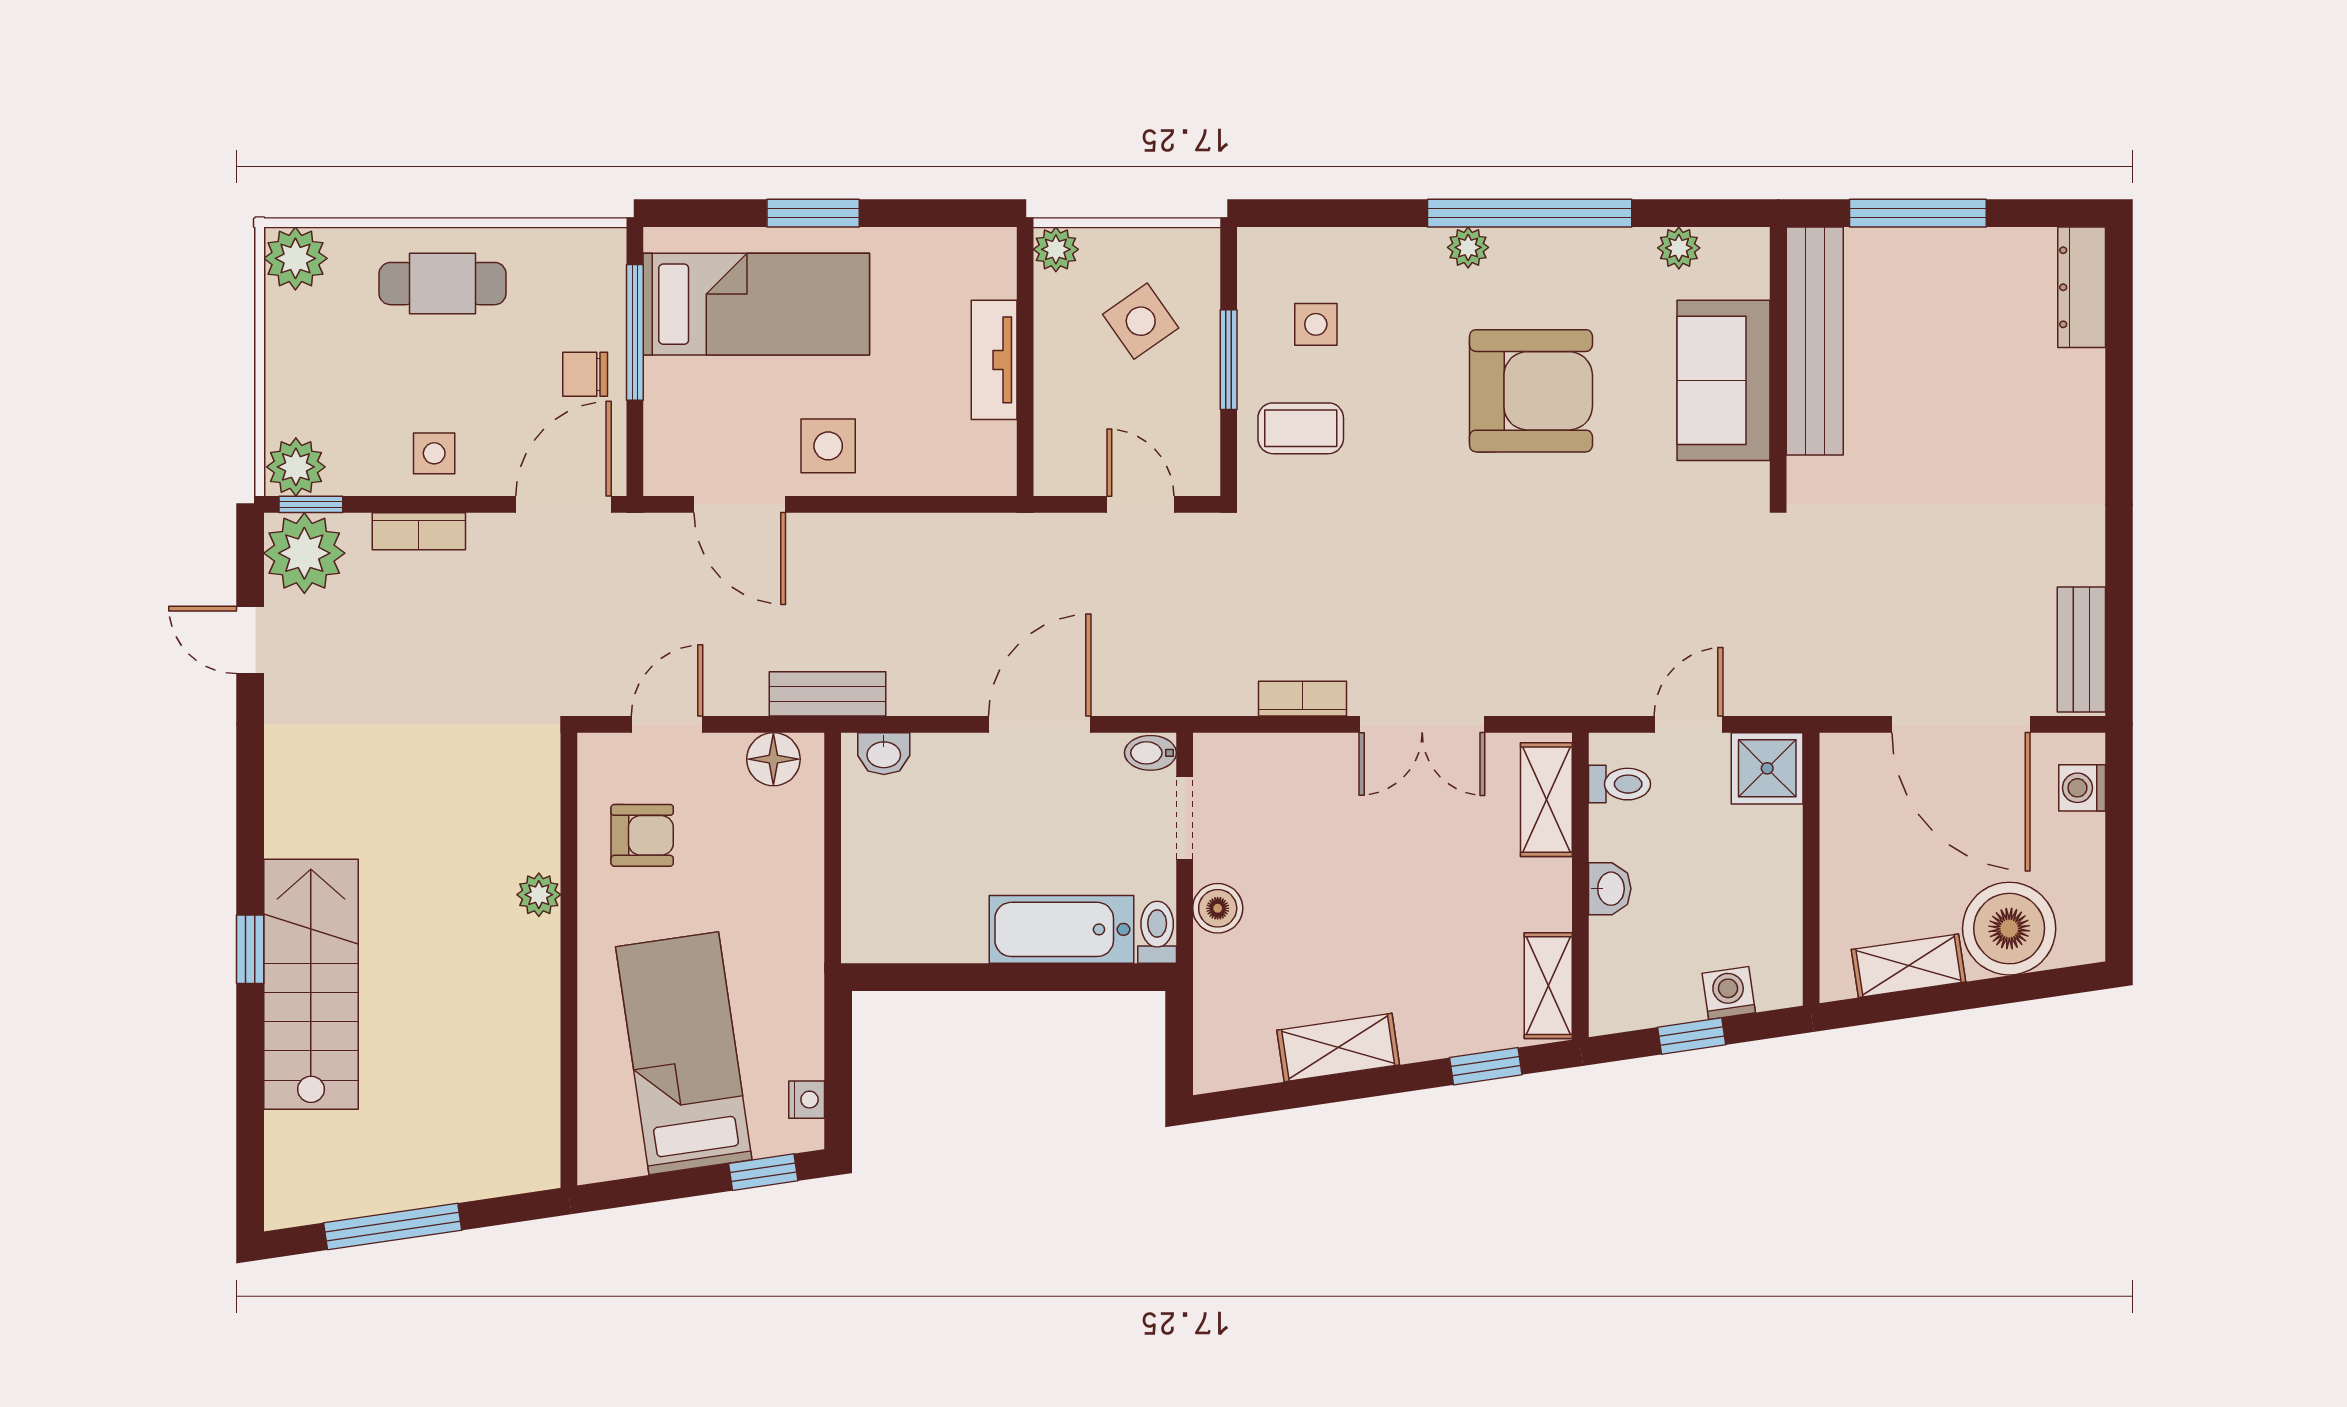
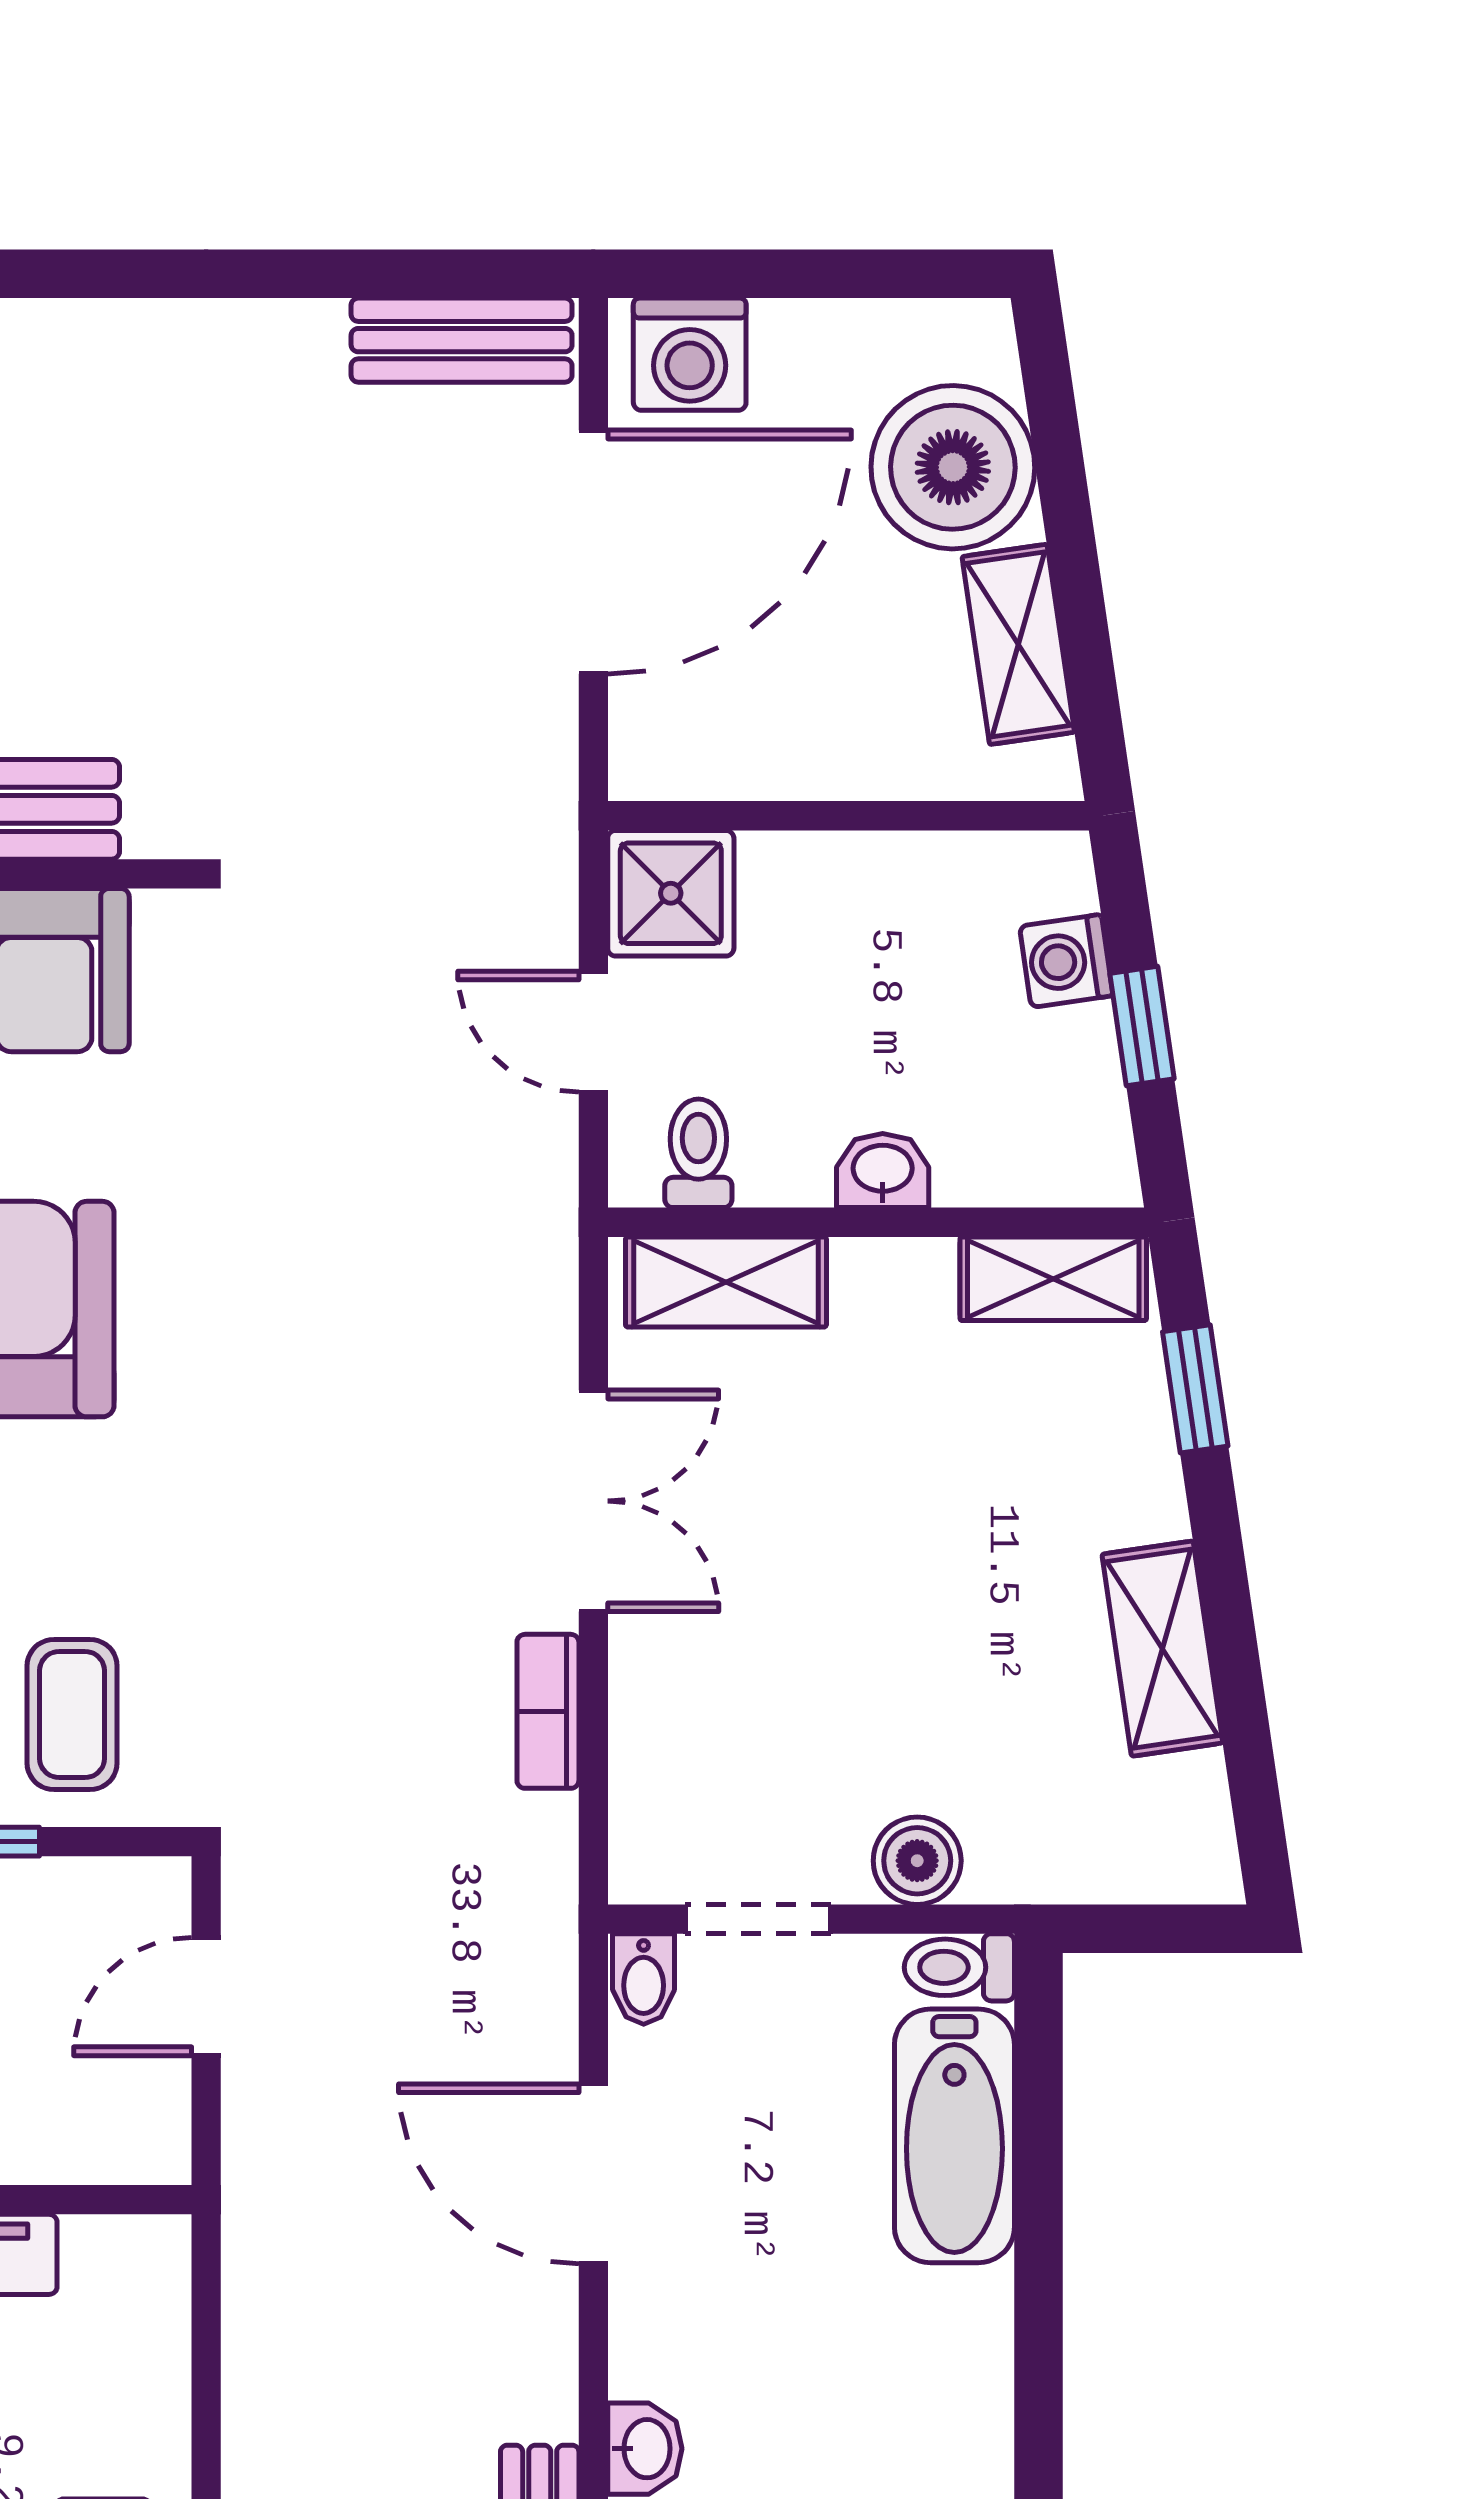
washing machine: (2082, 788) -> (690, 354), width x1.38, depth x1.38

